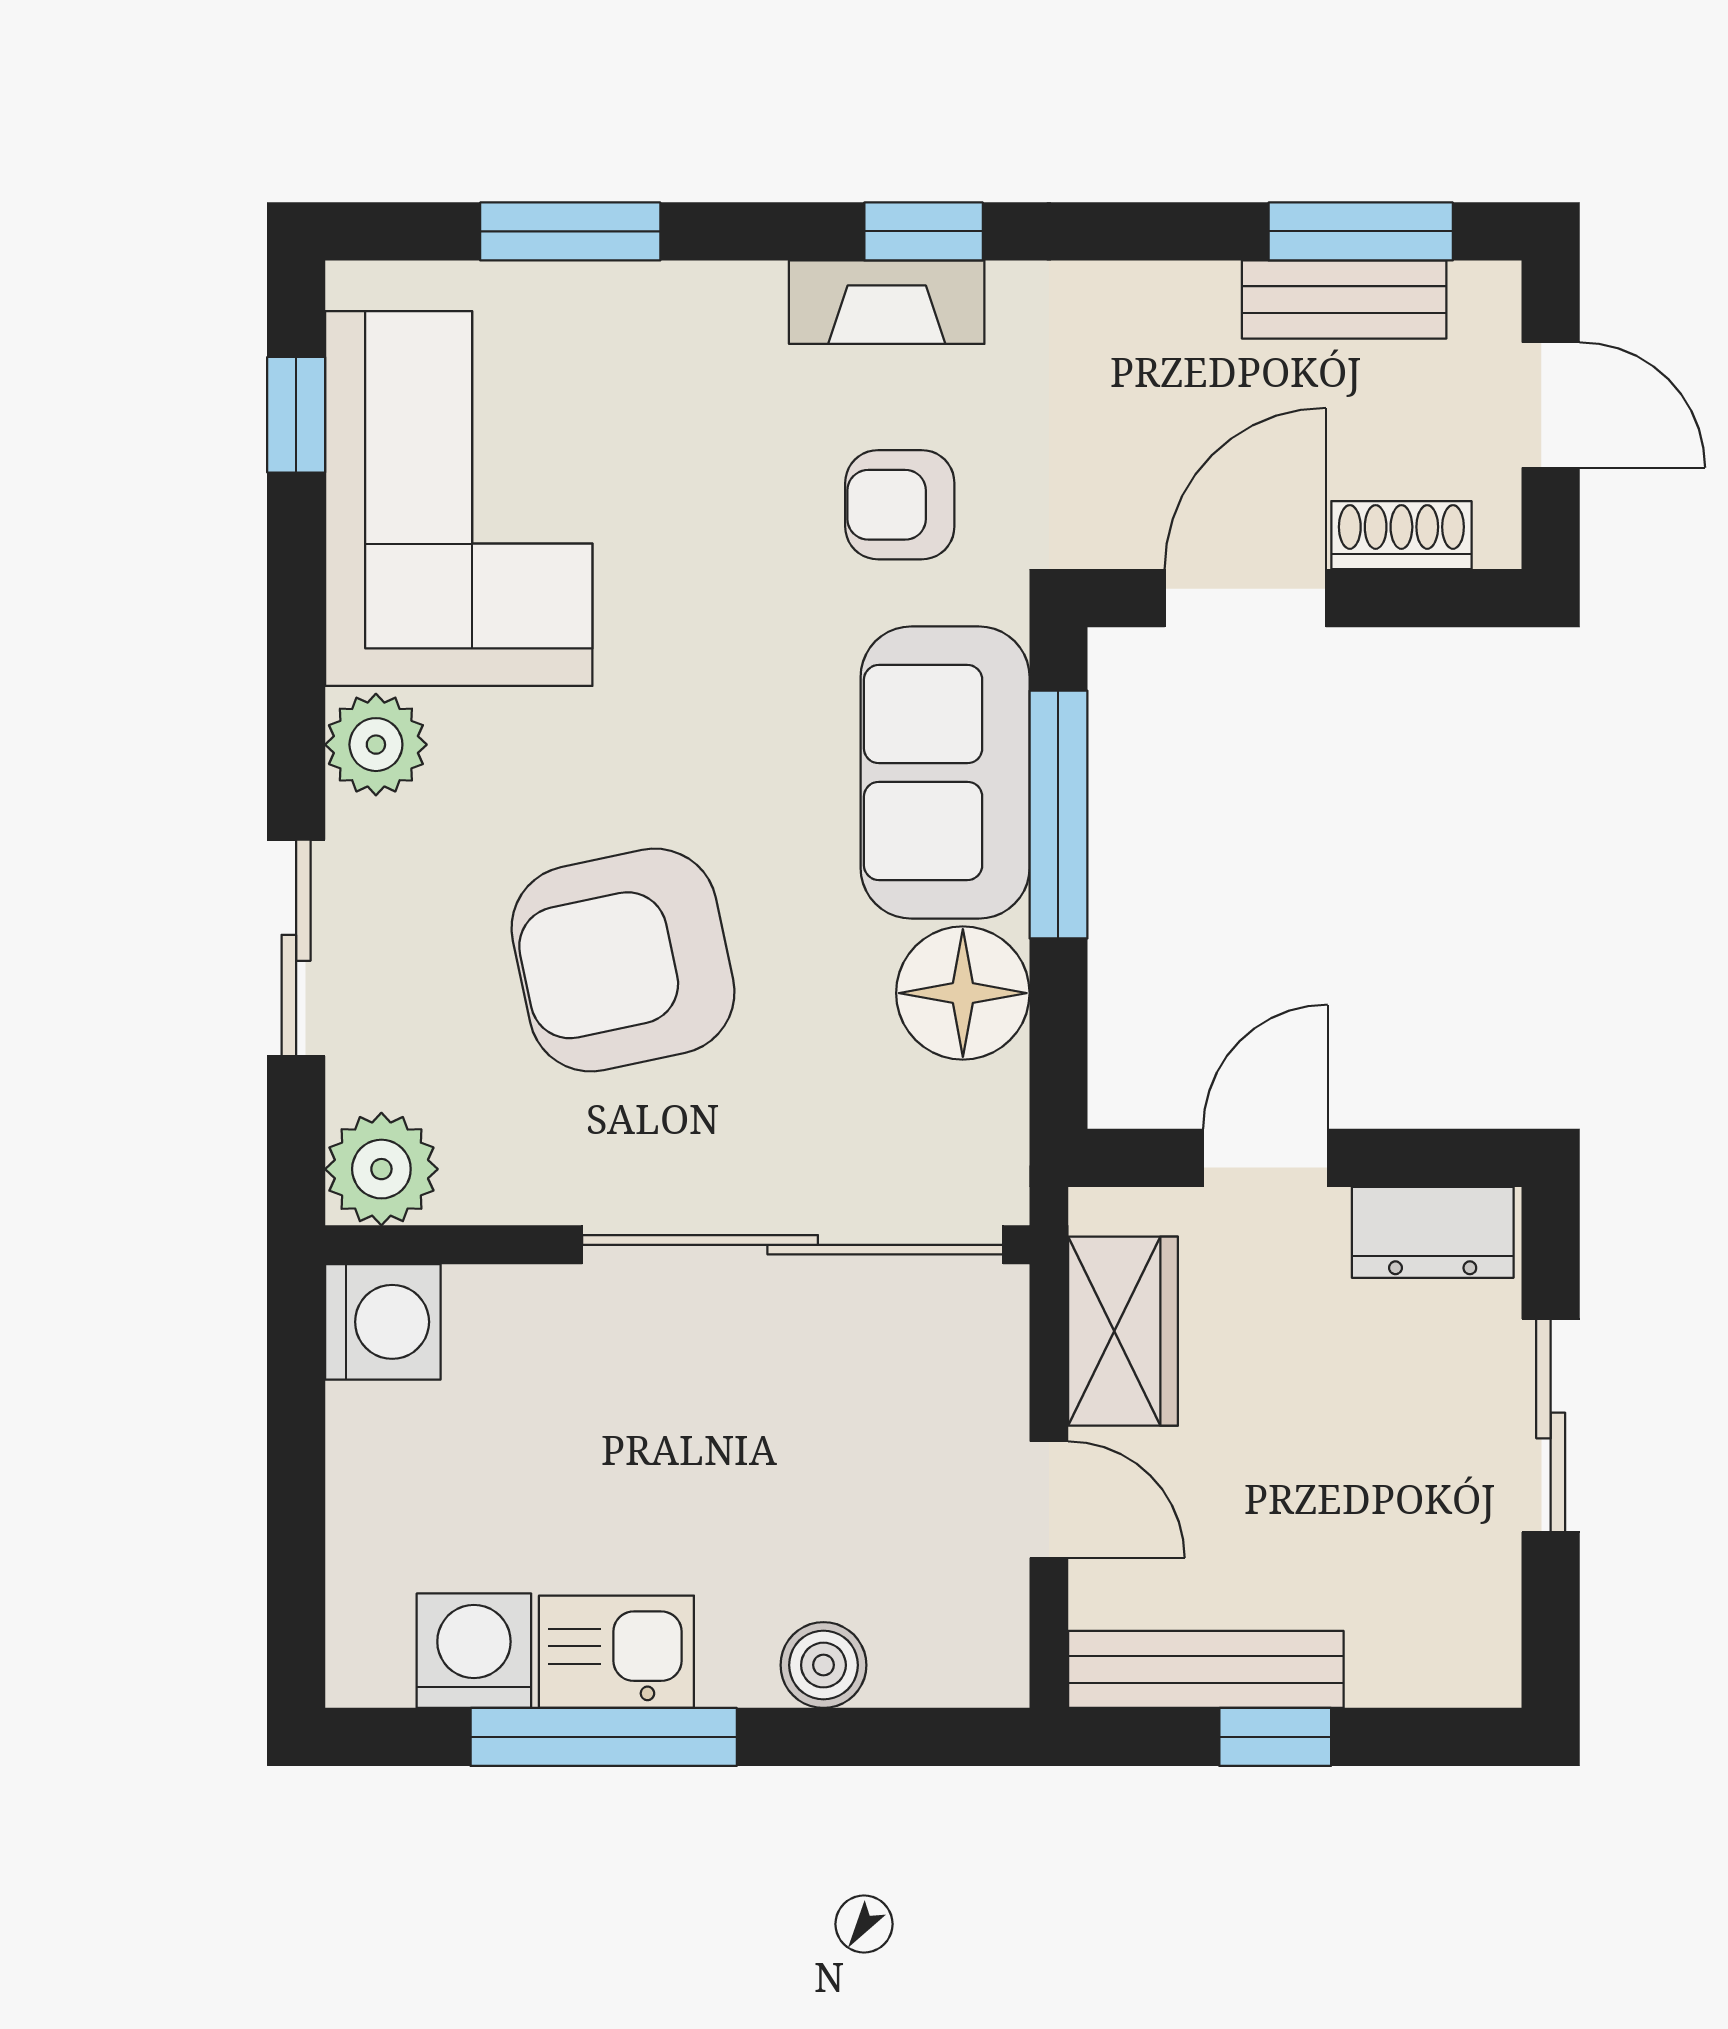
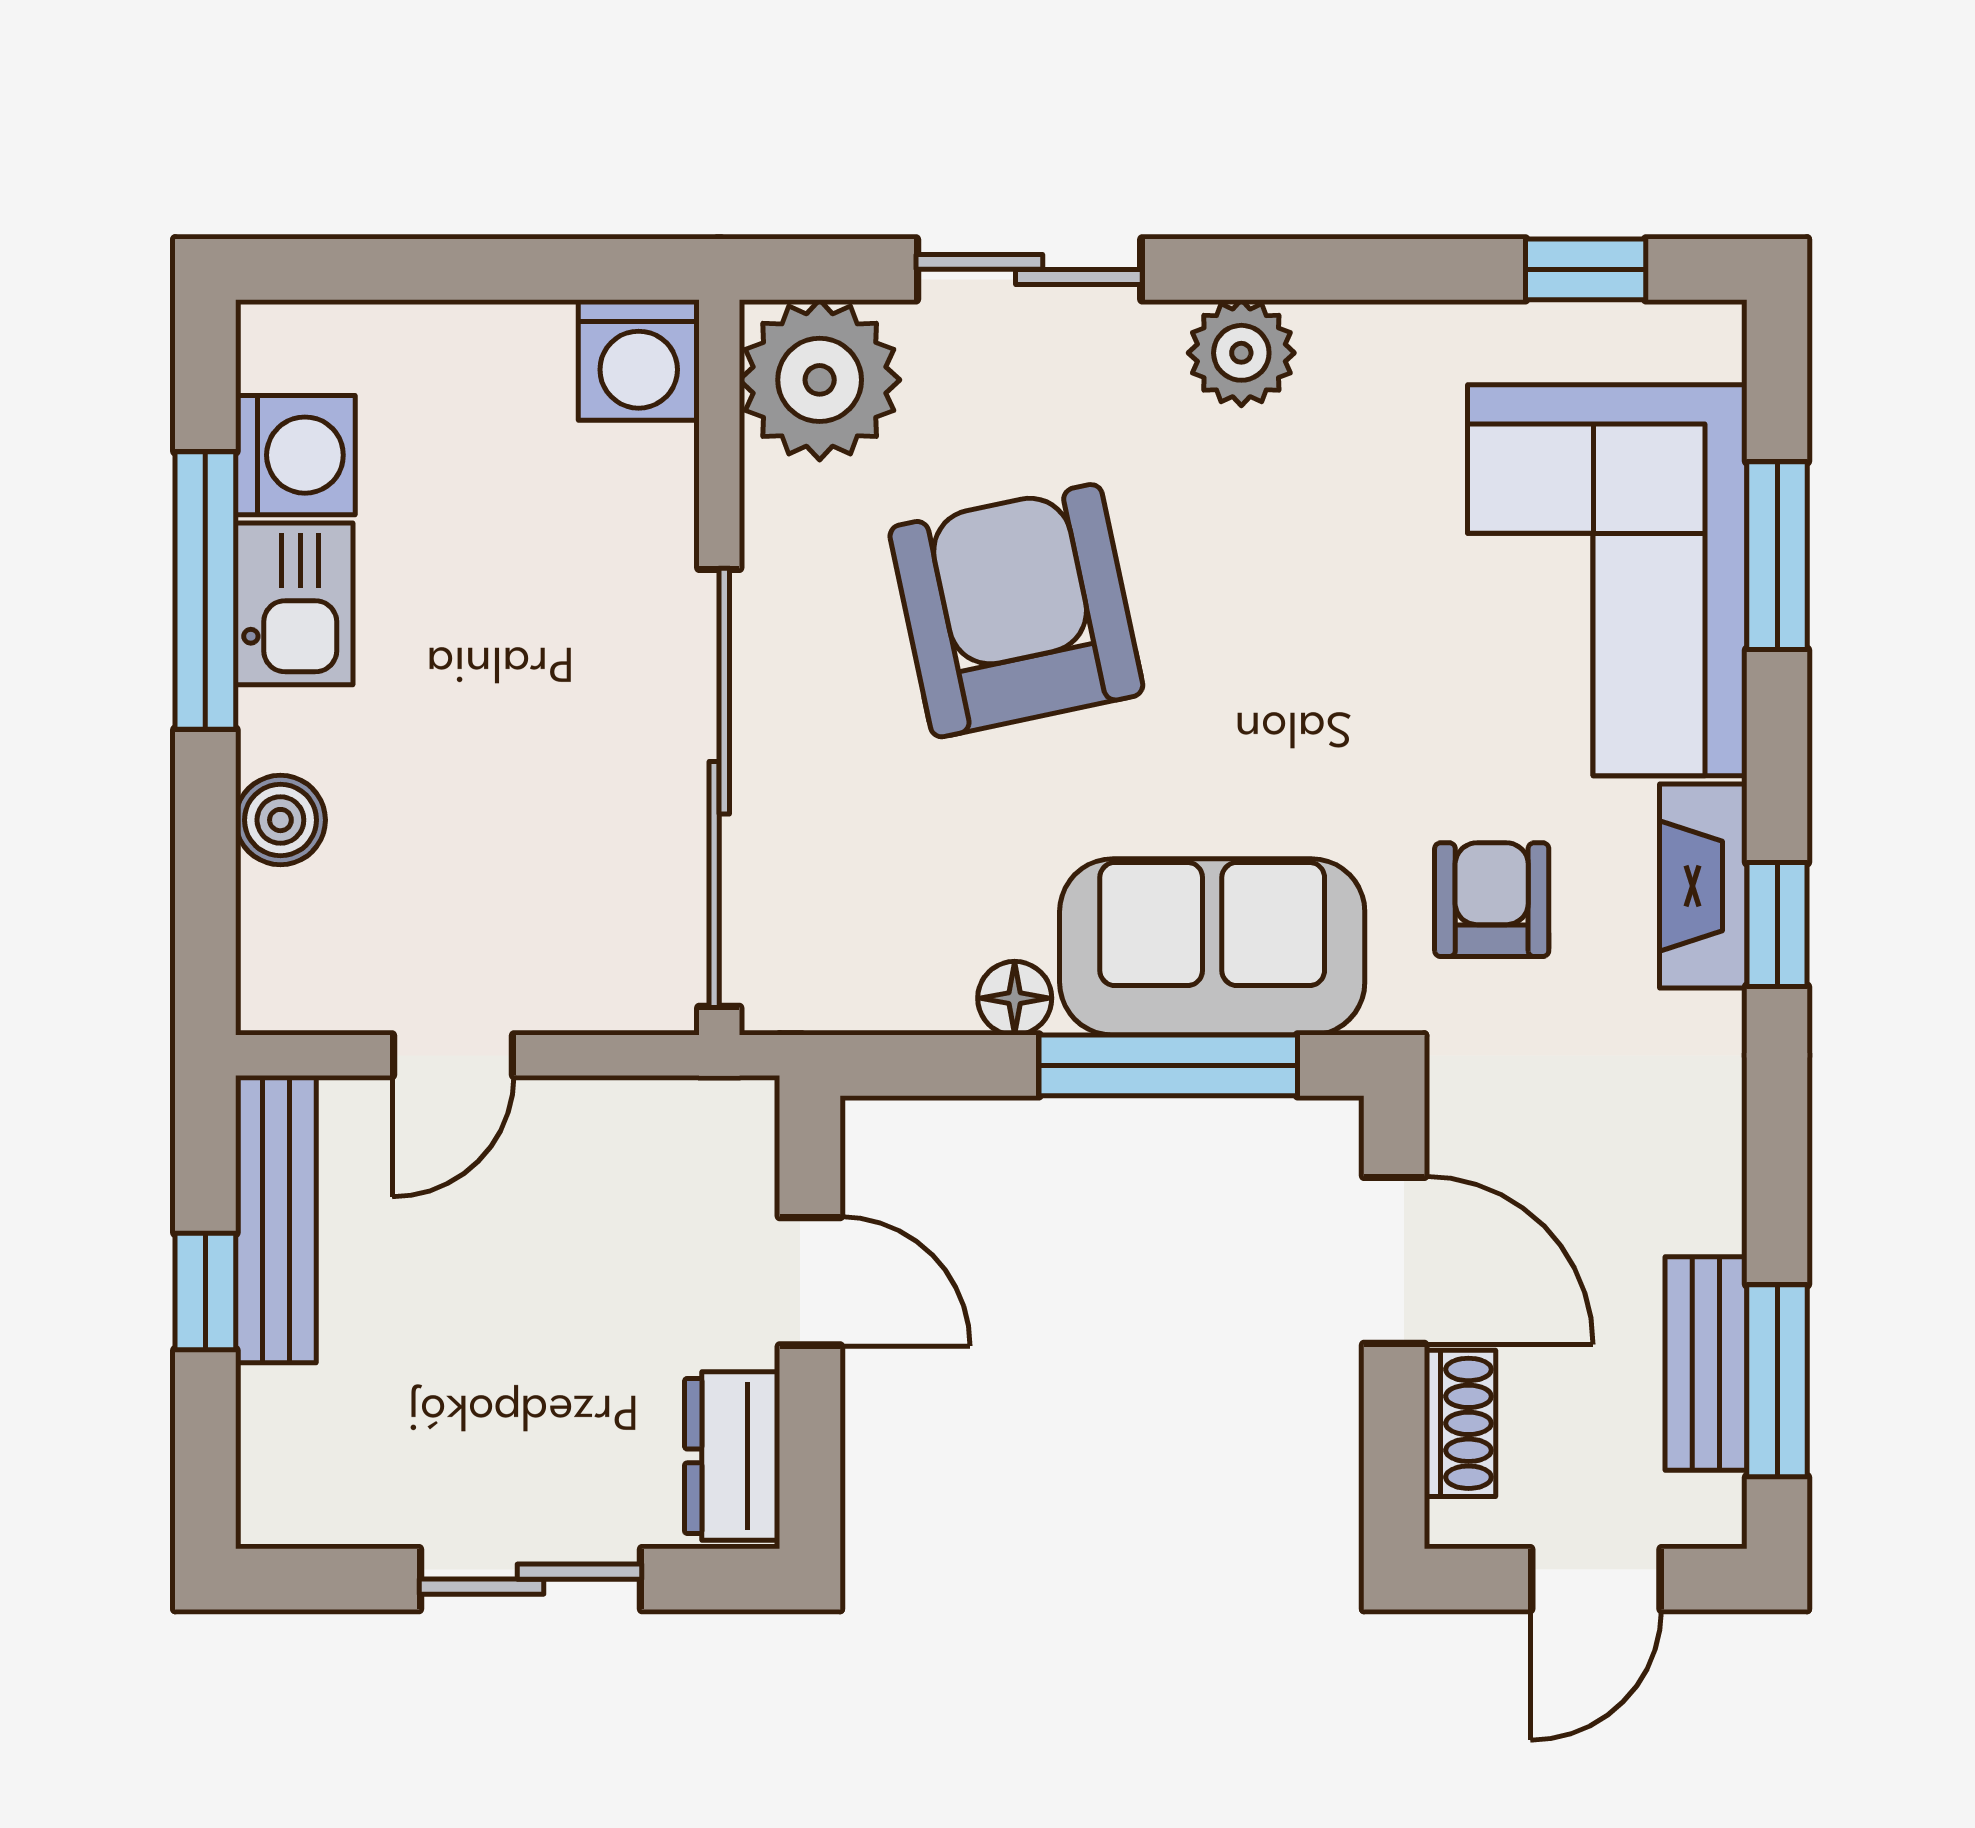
corner sofa: (459, 499) -> (1607, 580), moved, turned 90
floor lamp: (963, 993) -> (1015, 998), width x0.53, depth x0.53
plant: (381, 1169) -> (820, 380), width x1.36, depth x1.36
wardrobe: (1123, 1331) -> (629, 1133), removed

